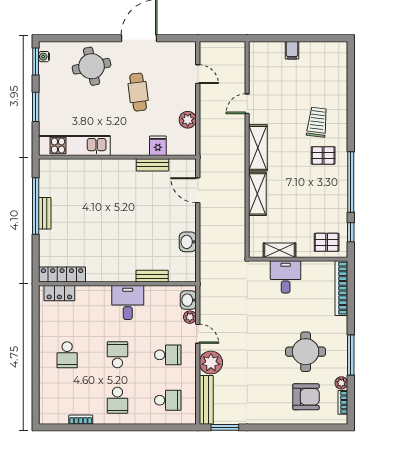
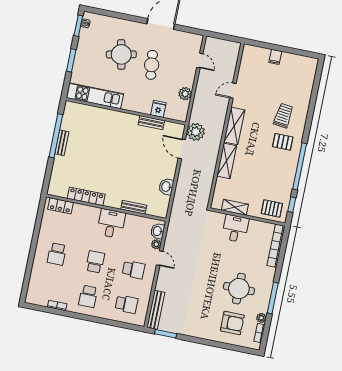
round table: (92, 66) -> (121, 54), moved
locker: (62, 275) -> (86, 196), moved
plant: (211, 363) -> (196, 132), moved

